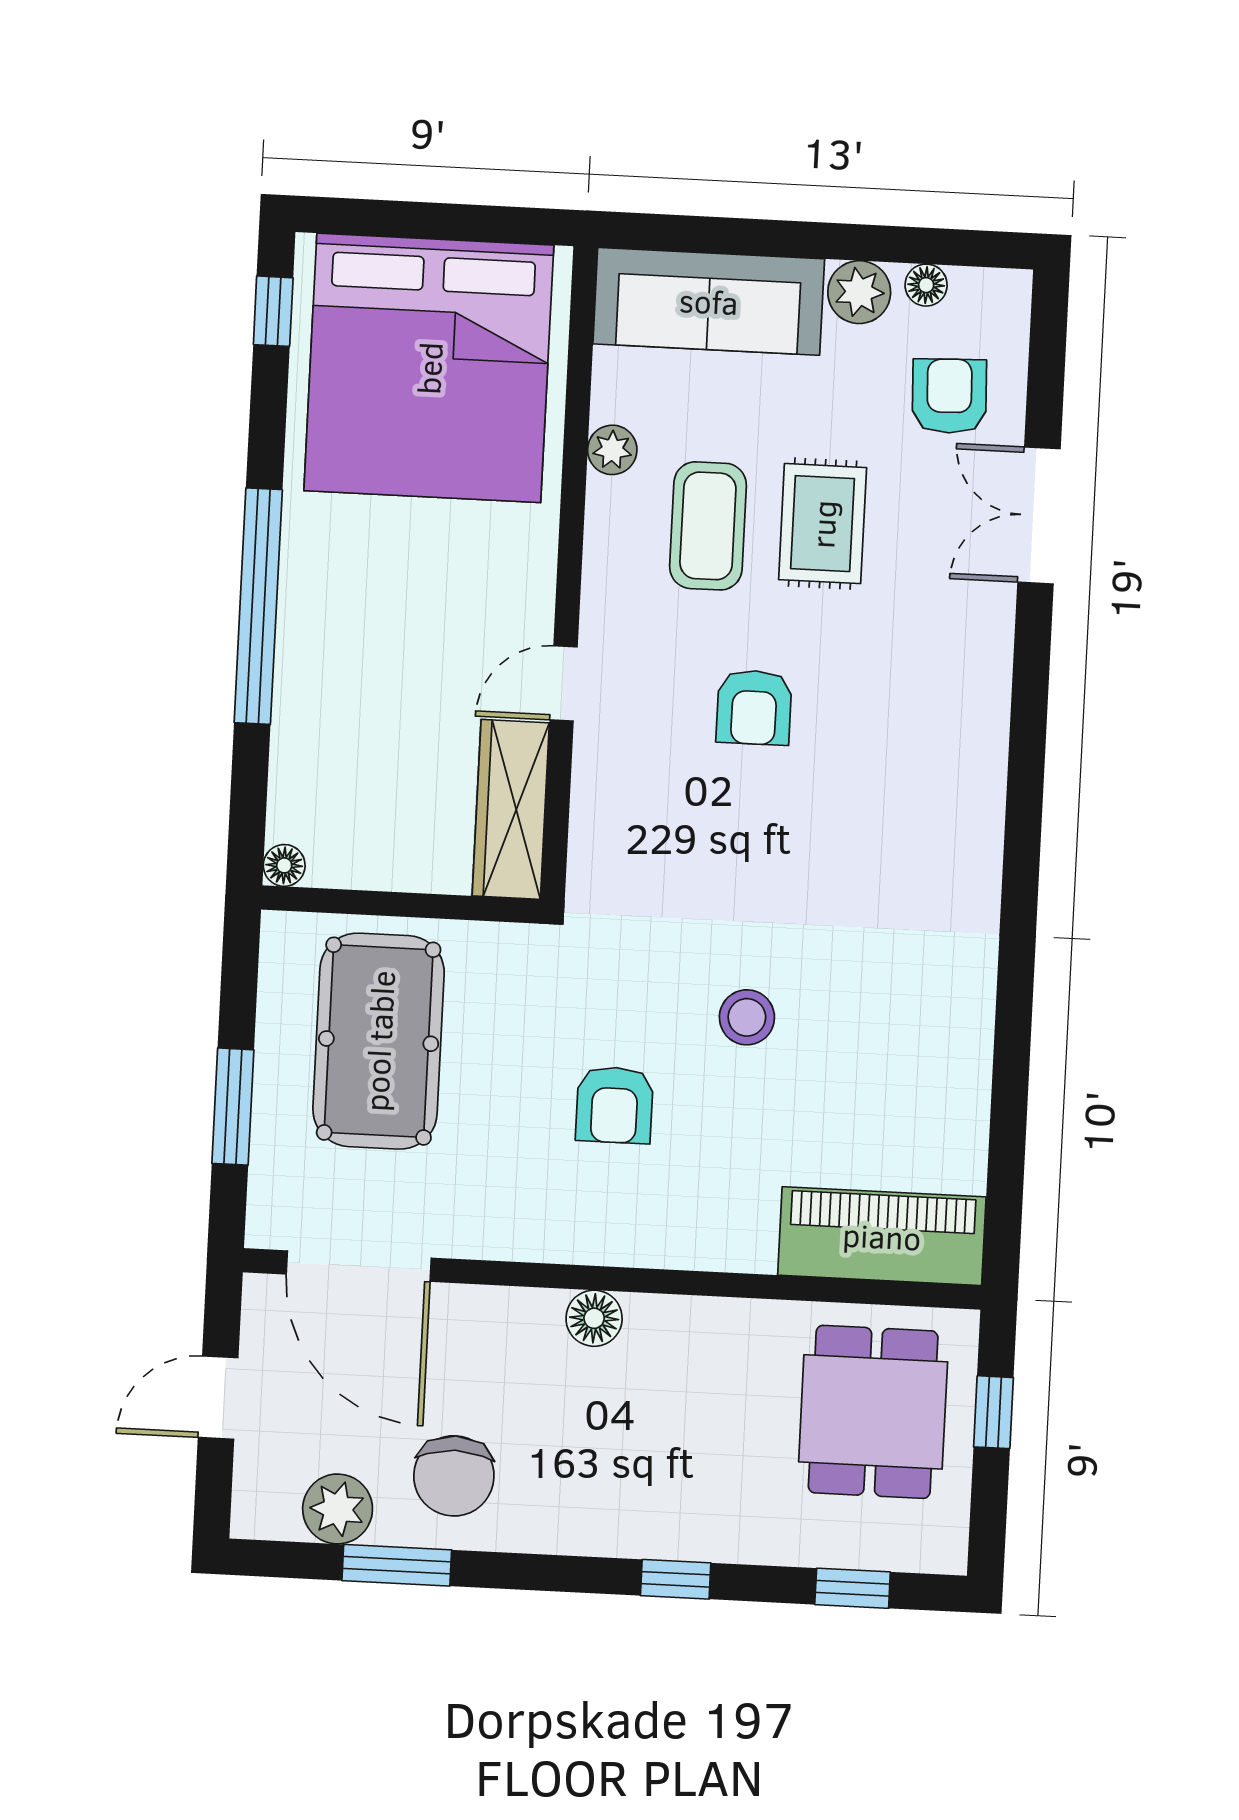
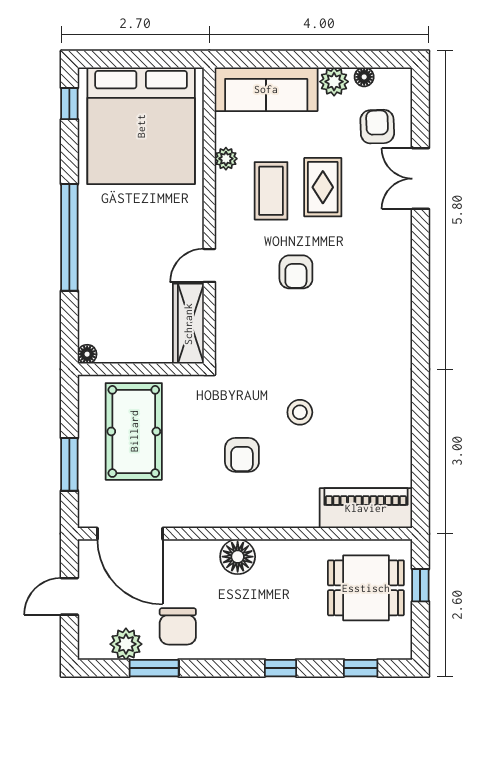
floor lamp: (594, 1318) -> (238, 557), width x1.38, depth x1.38
dining table: (873, 1412) -> (366, 588), turned 90

